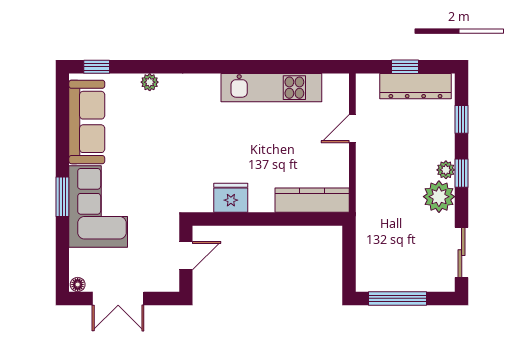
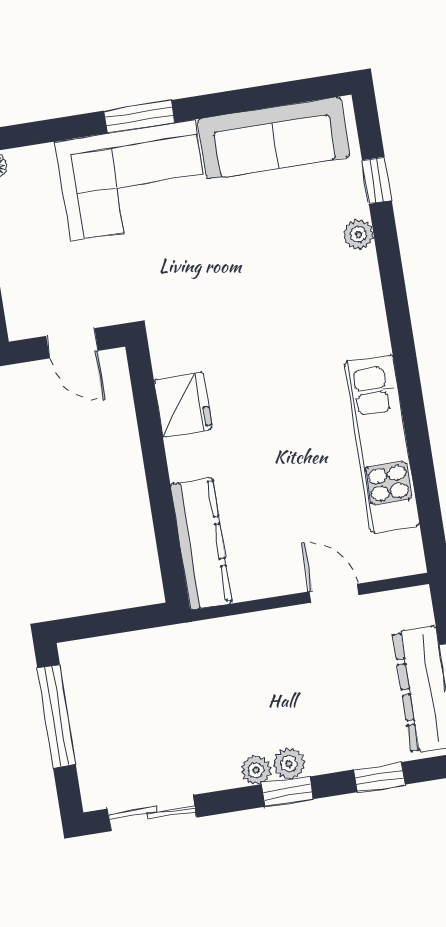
window: (97, 67) -> (377, 180), moved
plant: (439, 197) -> (256, 770), width x0.53, depth x0.53

